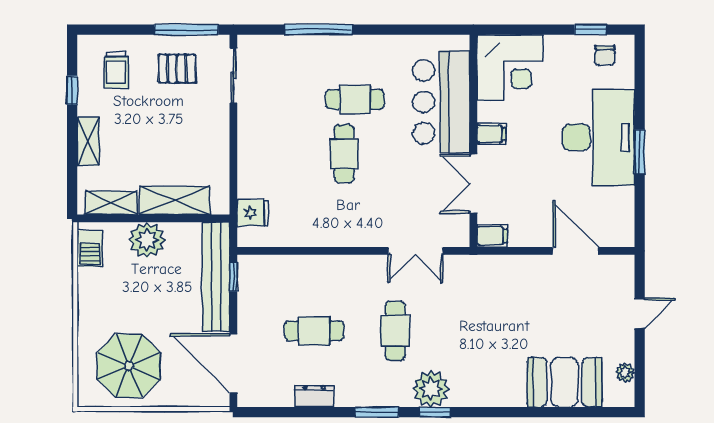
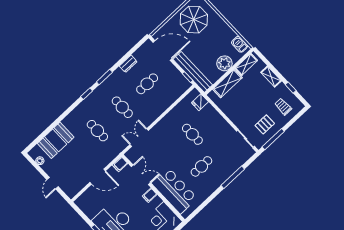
cafe table: (344, 154) -> (192, 134), moved
door: (576, 251) -> (98, 177), moved
cafe table: (476, 331) -> (97, 131), added
plant: (431, 389) -> (95, 100), removed

